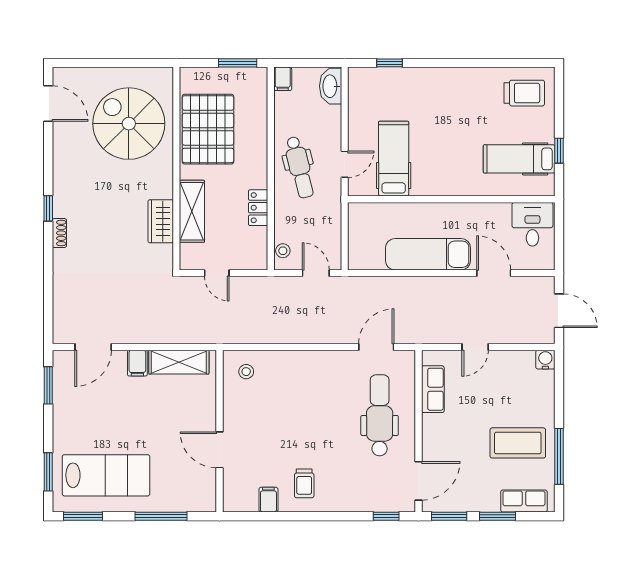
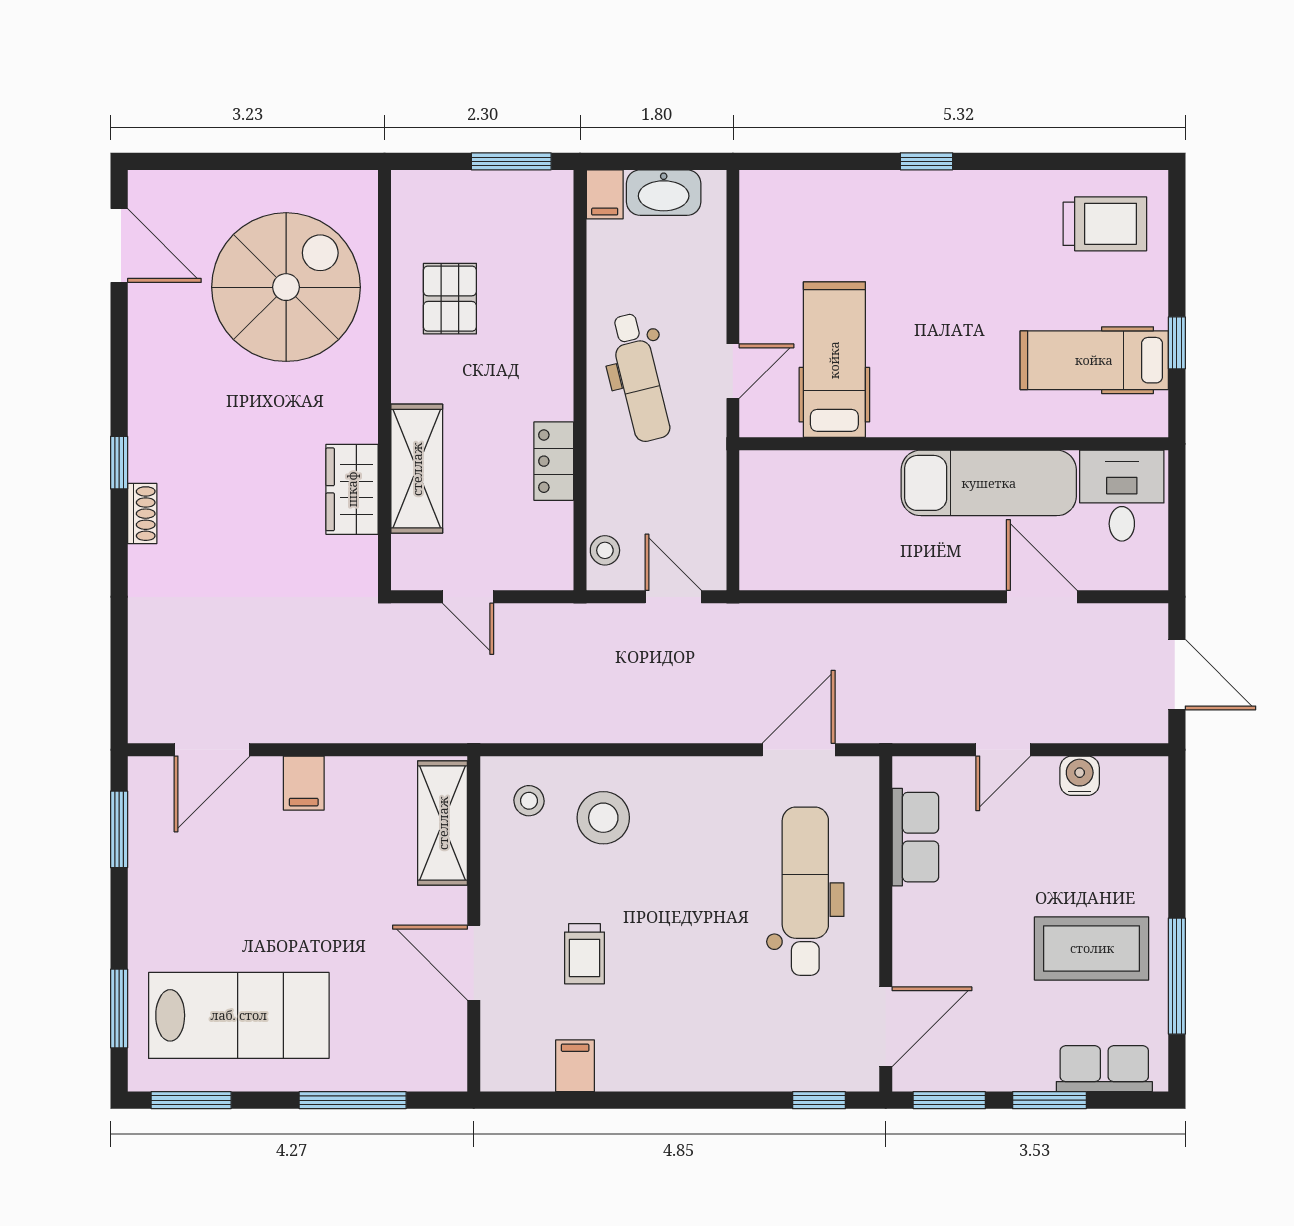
window: (389, 63) -> (926, 161), moved
washbasin: (331, 86) -> (664, 193), moved, turned -90
spiral stairs: (129, 124) -> (286, 287), turned 90
pallet: (208, 129) -> (450, 299), width x0.49, depth x0.50
exam couch: (428, 254) -> (989, 483), moved, turned 180
water cooler: (545, 360) -> (1080, 776), moved
shelving: (179, 362) -> (443, 823), moved, turned 90
stool: (282, 380) -> (603, 818), added
trolley: (304, 483) -> (585, 954), moved

